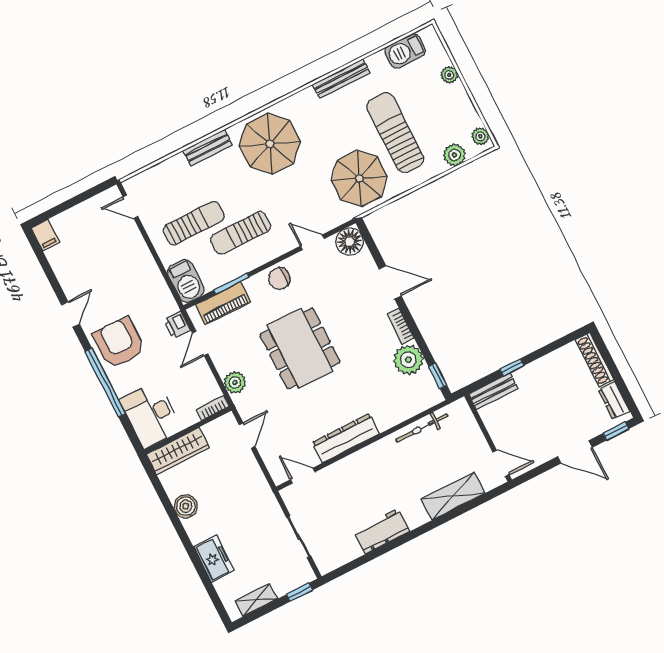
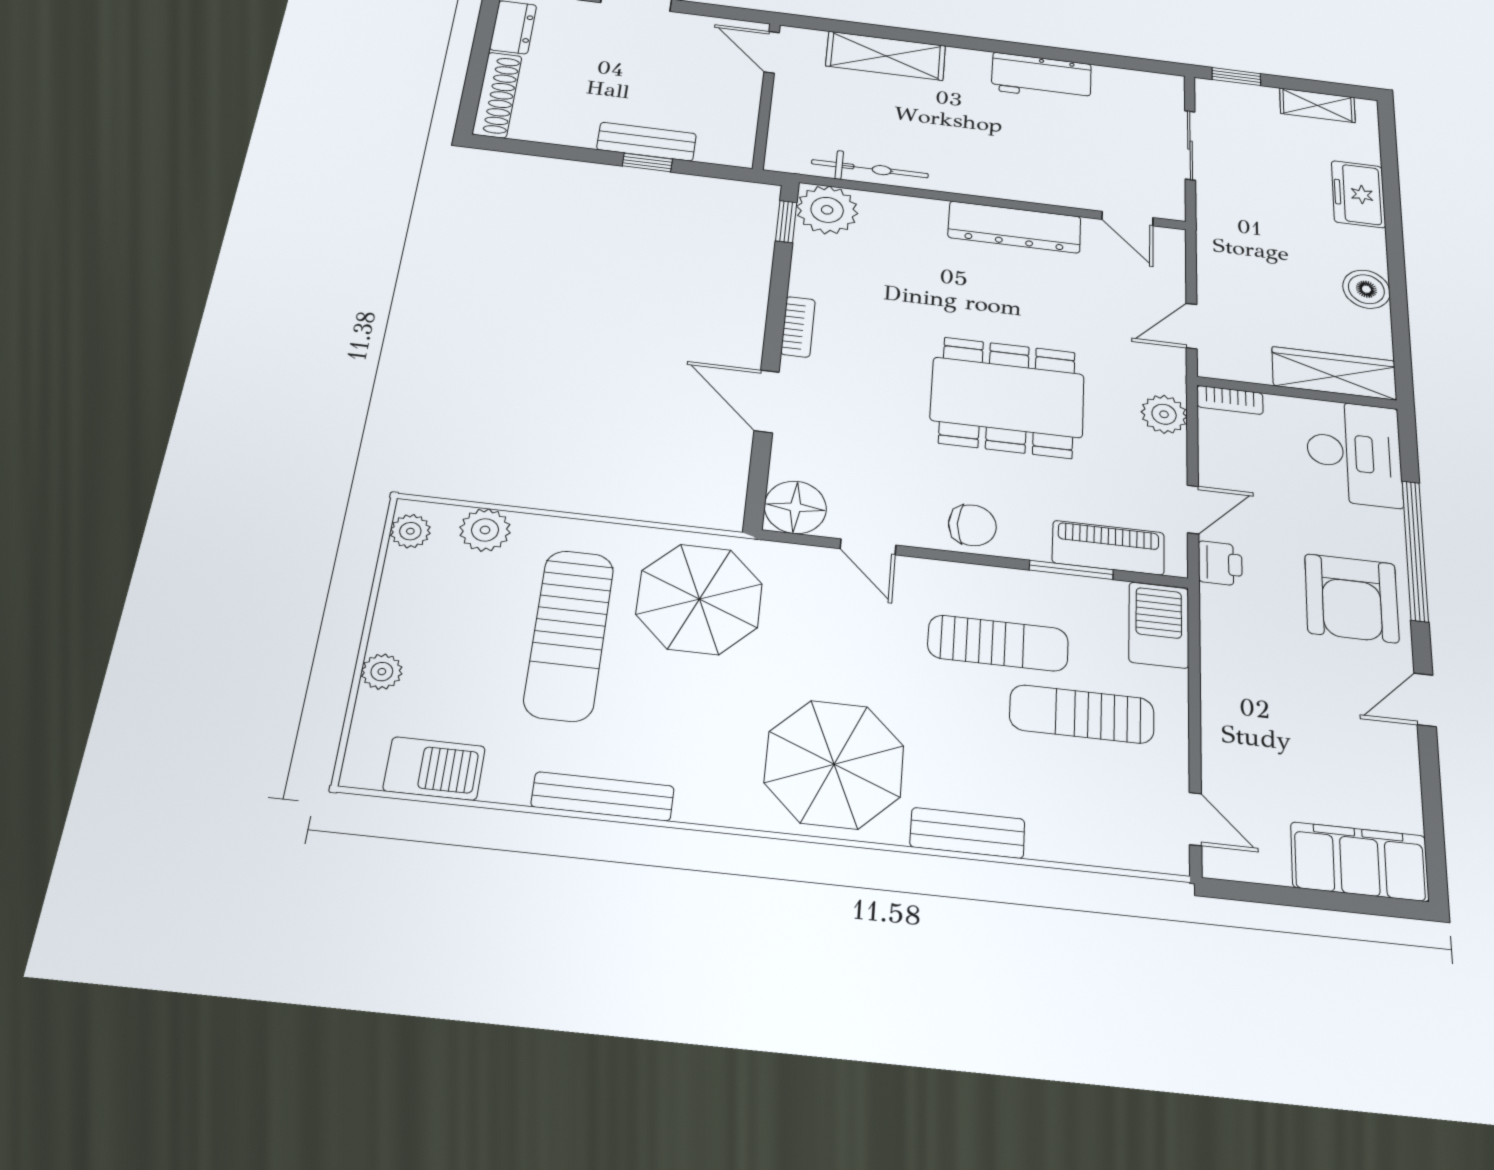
filing cabinet: (45, 235) -> (1360, 862), width x3.00, depth x1.17
dining table: (300, 348) -> (1007, 397), turned 90
plant: (408, 360) -> (827, 210), moved
bench: (493, 391) -> (647, 142), moved

